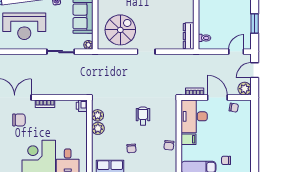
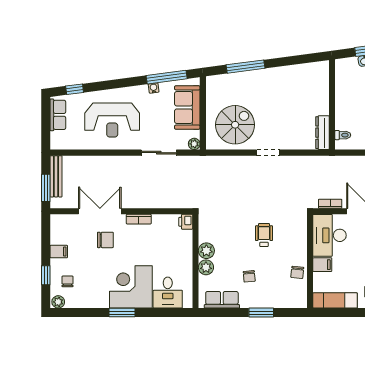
plant: (98, 115) -> (206, 267), moved

